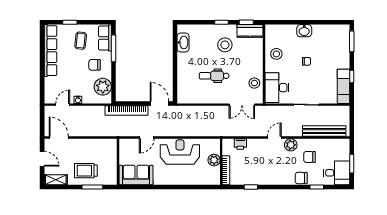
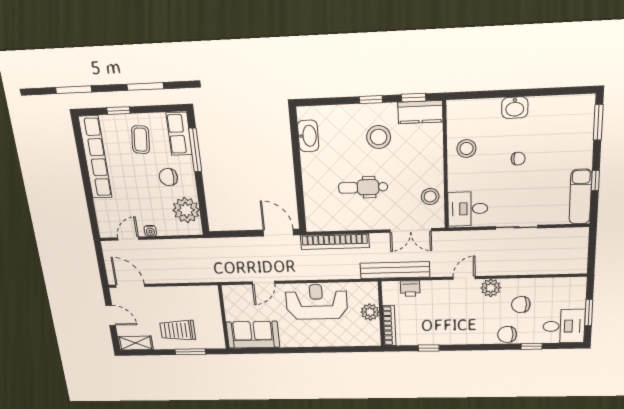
desk: (277, 88) -> (468, 209), width x0.73
bookcase: (127, 111) -> (335, 241), moved
bench: (324, 131) -> (395, 270), moved

